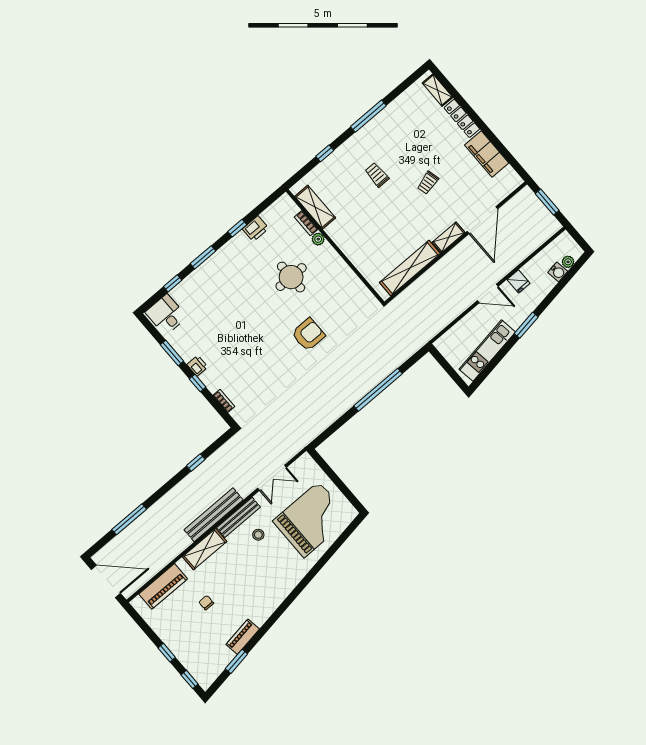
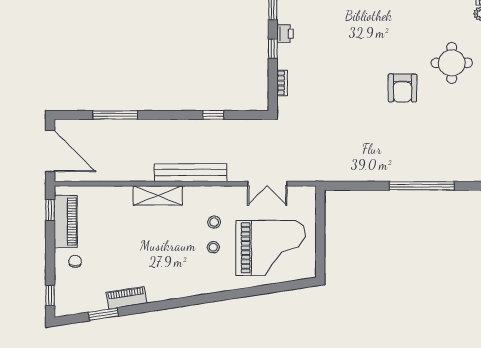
round table: (291, 277) -> (452, 63), moved
armchair: (308, 335) -> (403, 88), turned 90
bench: (238, 517) -> (210, 193), removed
stool: (272, 552) -> (213, 247), added
piano: (163, 586) -> (66, 222), moved, turned -90
chair: (206, 603) -> (75, 261), moved
window: (167, 653) -> (50, 210), moved

